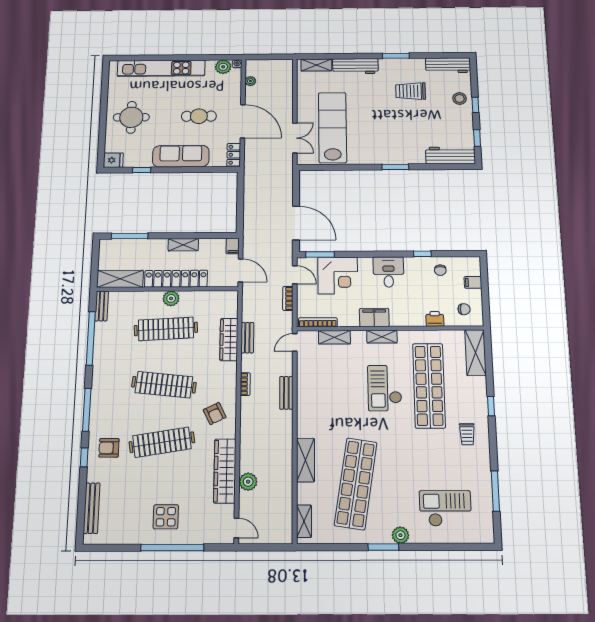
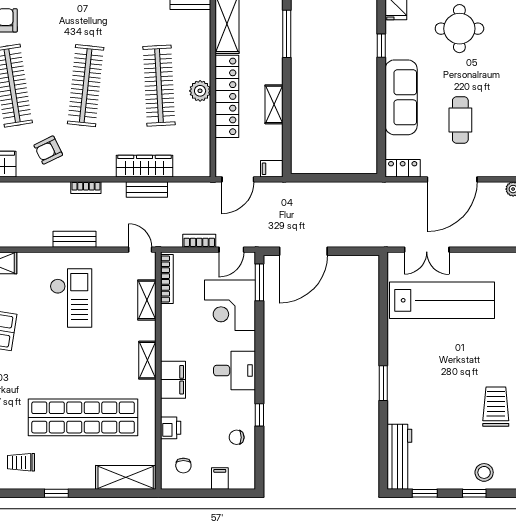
filing cabinet: (374, 317) -> (173, 380), moved
checkout: (385, 388) -> (71, 298), moved, turned 90

